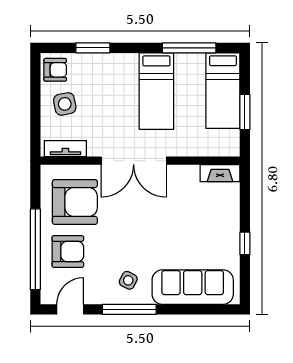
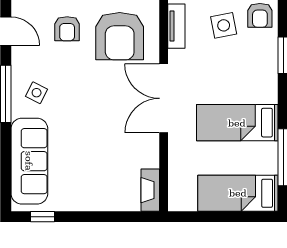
window: (245, 112) -> (215, 217), removed
window: (245, 243) -> (42, 217), moved
armchair: (68, 252) -> (67, 29), width x0.72, depth x0.72

